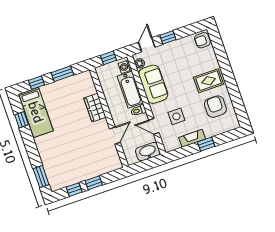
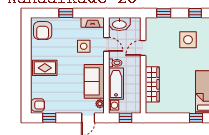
window: (168, 37) -> (49, 118), moved
window: (62, 74) -> (171, 118), removed
armchair: (215, 107) -> (43, 31), moved
wardrobe: (95, 108) -> (152, 84), width x1.50
fireplace: (192, 138) -> (93, 22), moved
side table: (72, 160) -> (188, 40), added
window: (94, 183) -> (164, 13), moved

